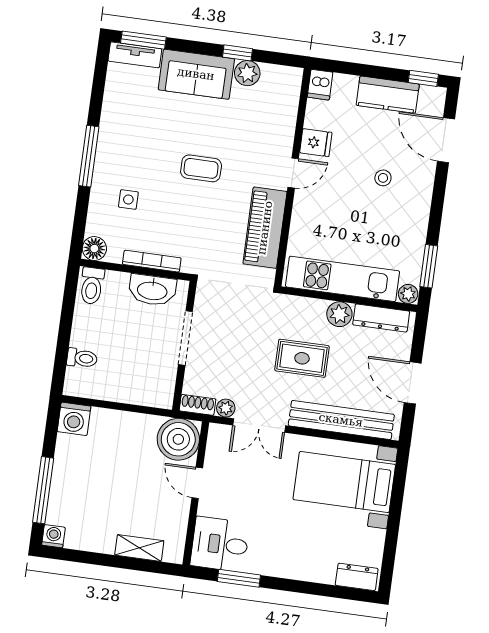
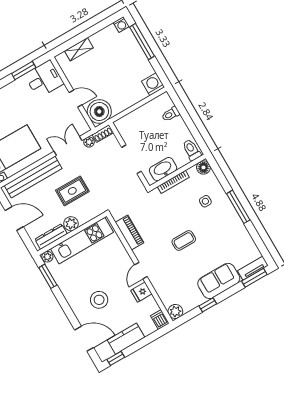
plant: (247, 73) -> (175, 311), moved
stool: (383, 178) -> (99, 300), width x1.89, depth x1.89
piano: (265, 228) -> (129, 232), width x0.73, depth x0.75

